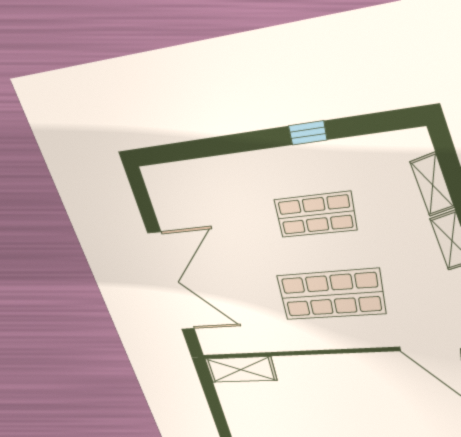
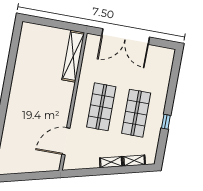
shop shelf: (316, 215) -> (136, 113), width x1.43, depth x1.36
shelving: (241, 370) -> (73, 56), width x1.47

